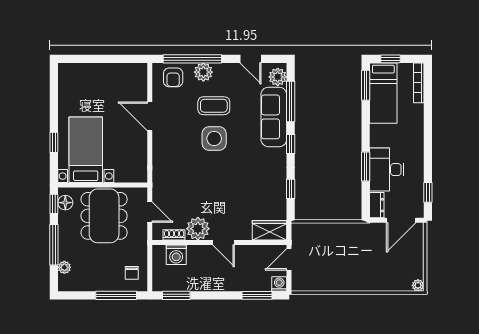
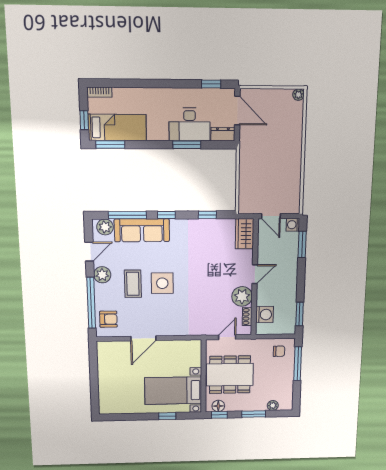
plant: (203, 72) -> (102, 275), moved
bookcase: (419, 83) -> (99, 92), width x0.64
window: (54, 245) -> (254, 414), width x0.69

